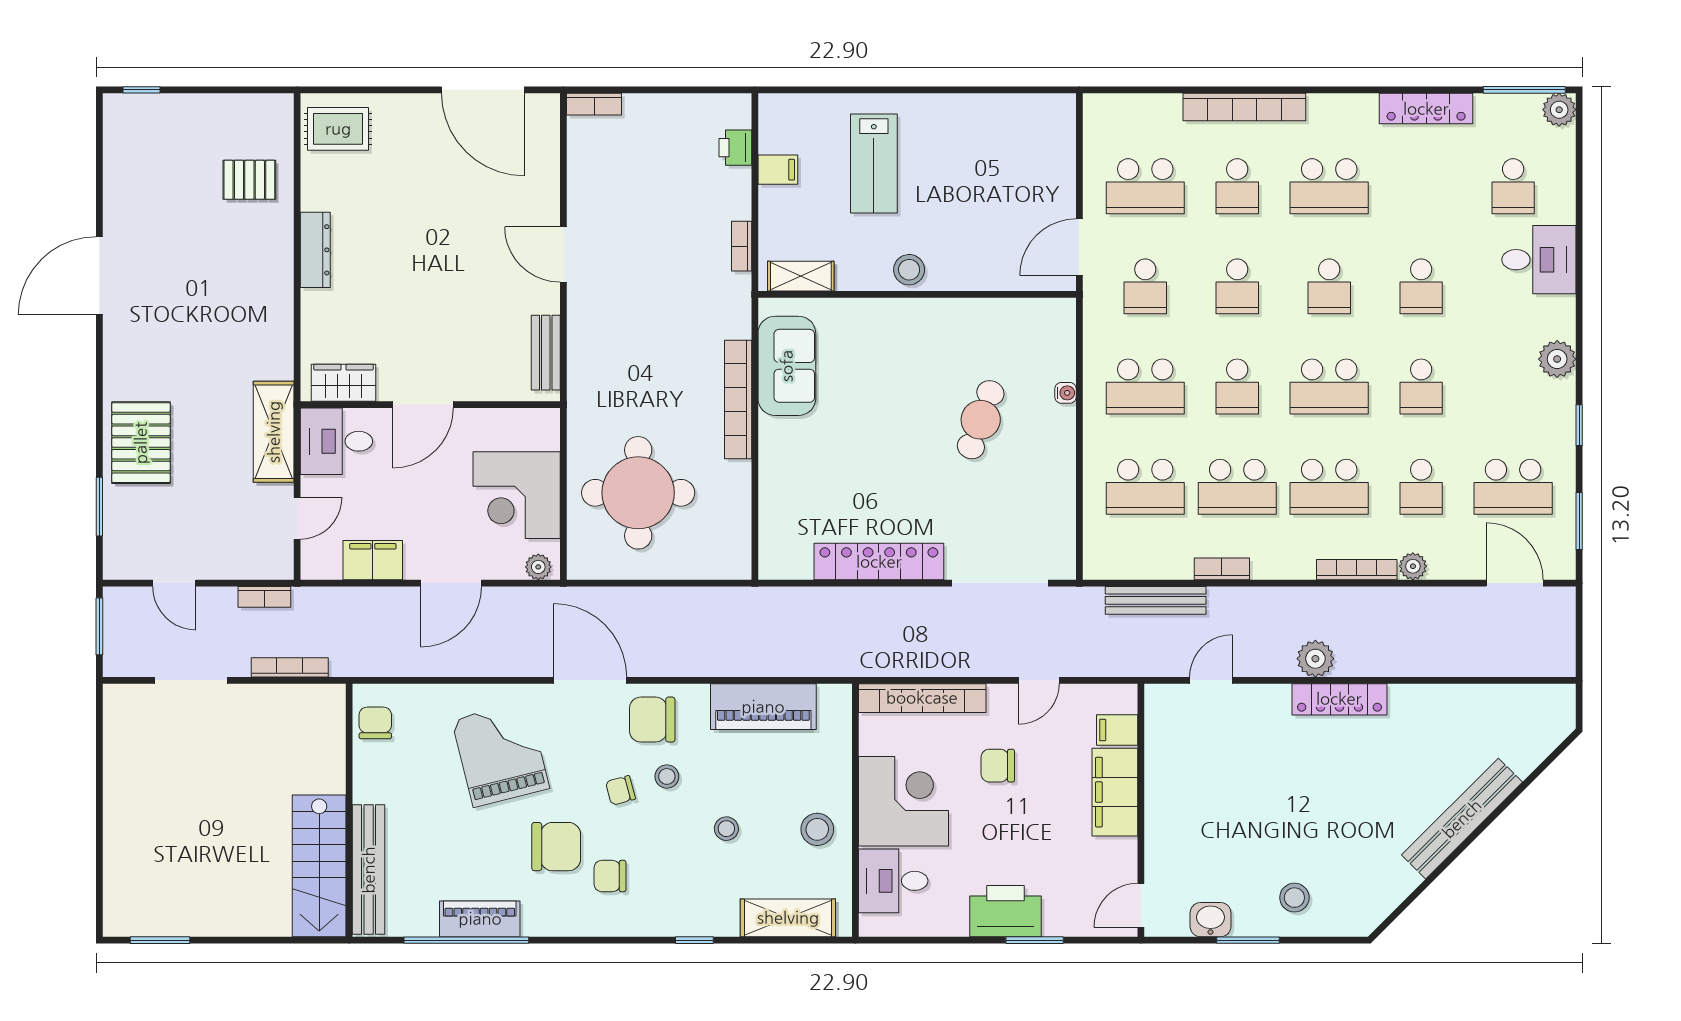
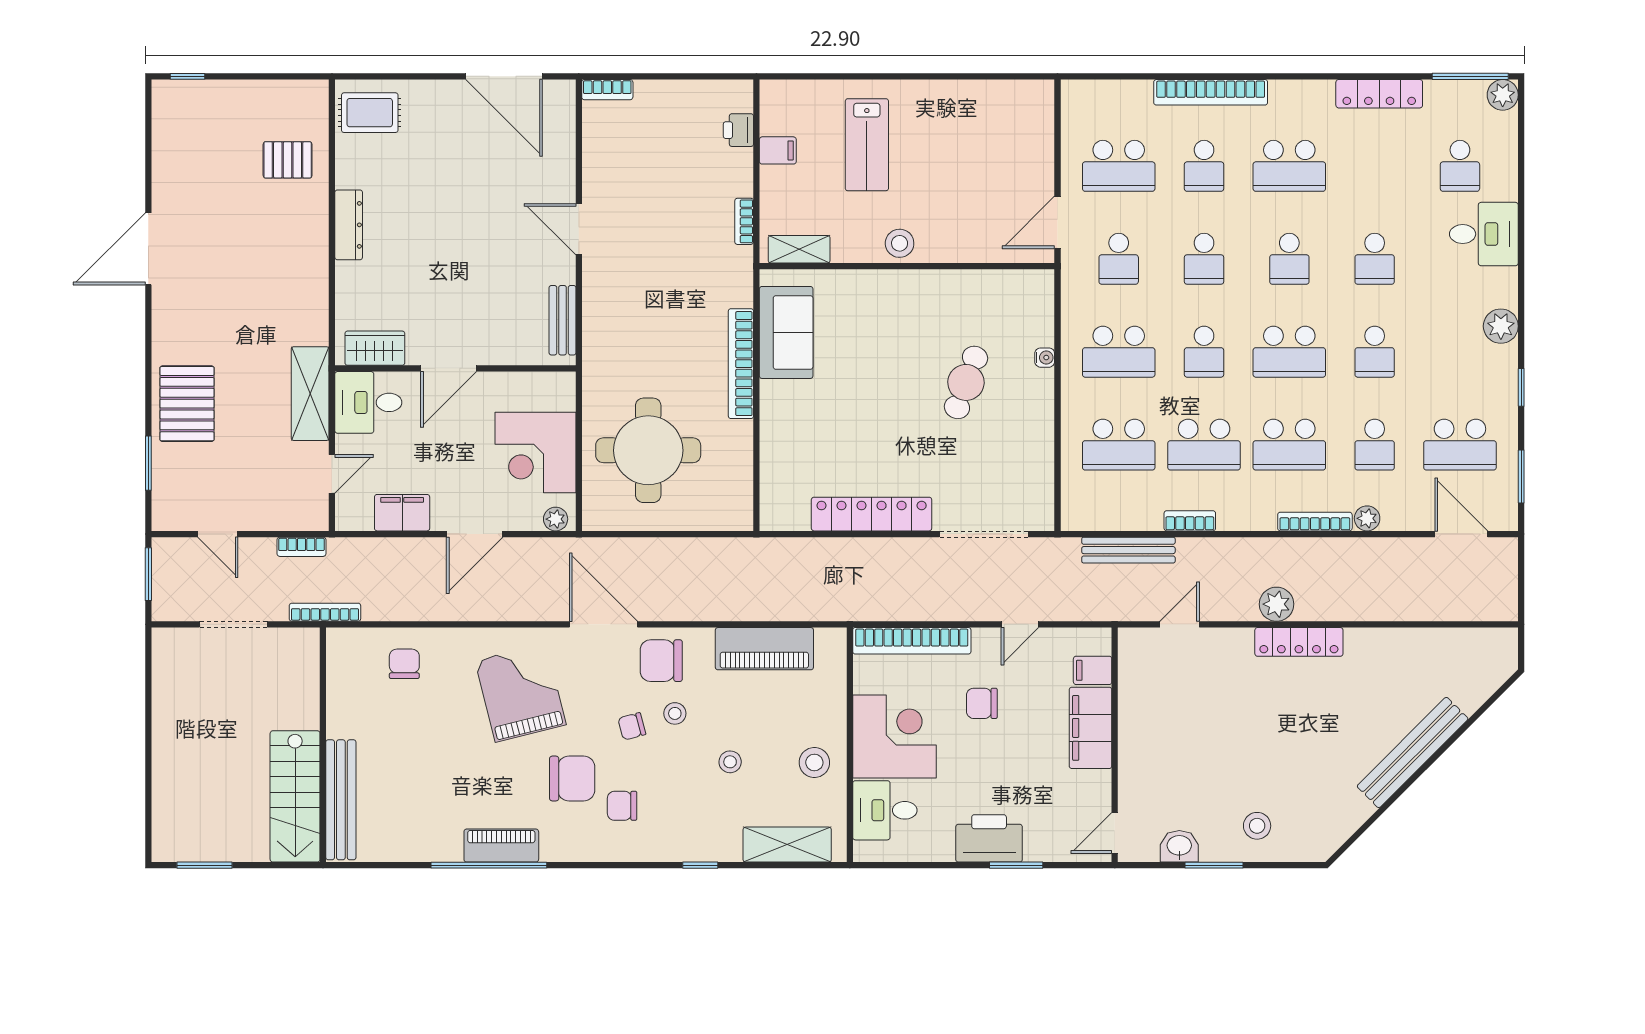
wall: (349, 810) -> (323, 745), moved
stairs: (319, 866) -> (295, 796), moved
bench: (369, 870) -> (341, 800), moved

